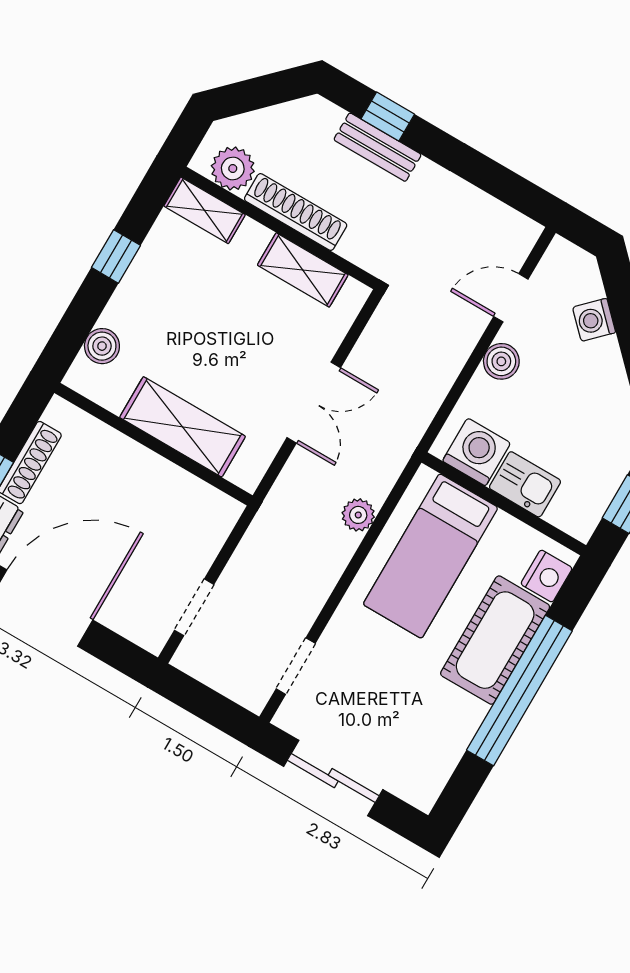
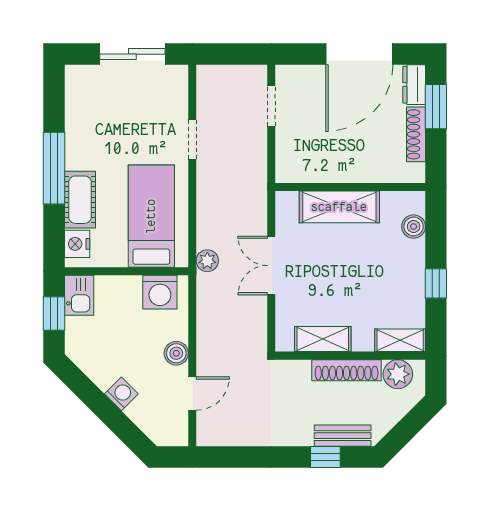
bench: (378, 147) -> (343, 436), moved
washing machine: (594, 320) -> (121, 394), moved
kitchen sink: (525, 484) -> (79, 295), moved, turned -90
plant: (358, 515) -> (207, 261), moved
cot: (495, 640) -> (80, 200), width x0.73, depth x0.75
doorway: (296, 666) -> (192, 139), moved
window: (519, 690) -> (54, 168), width x0.68

